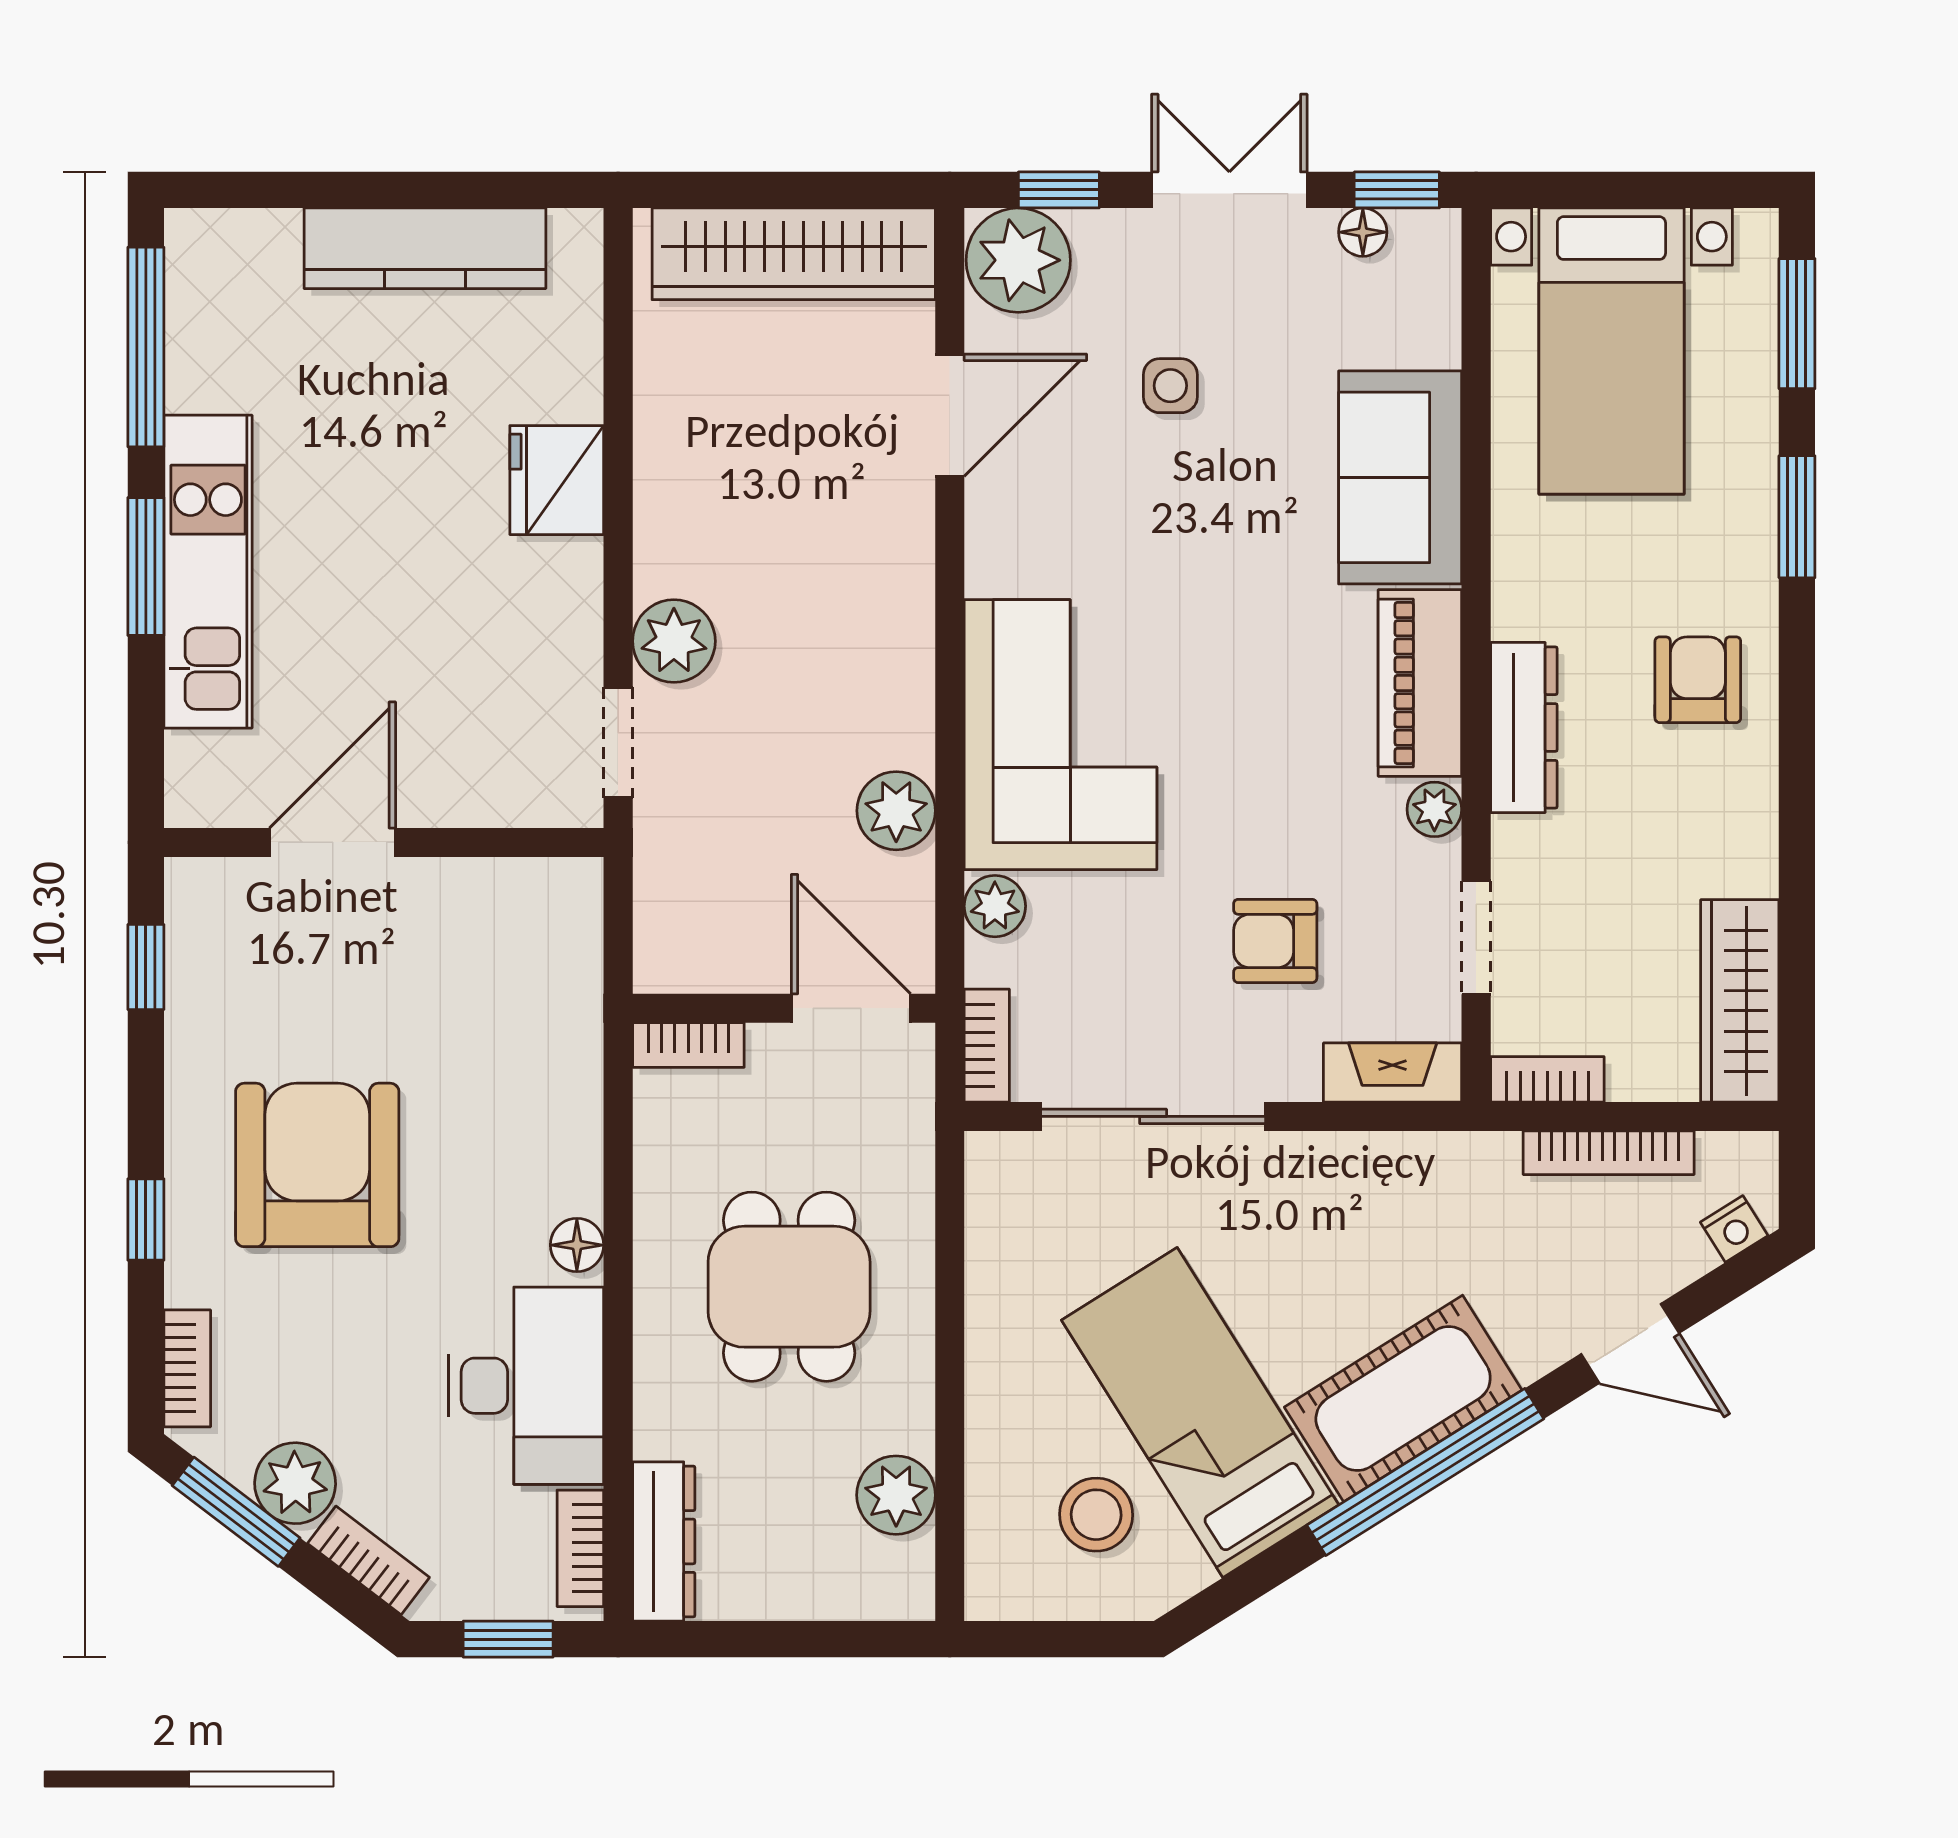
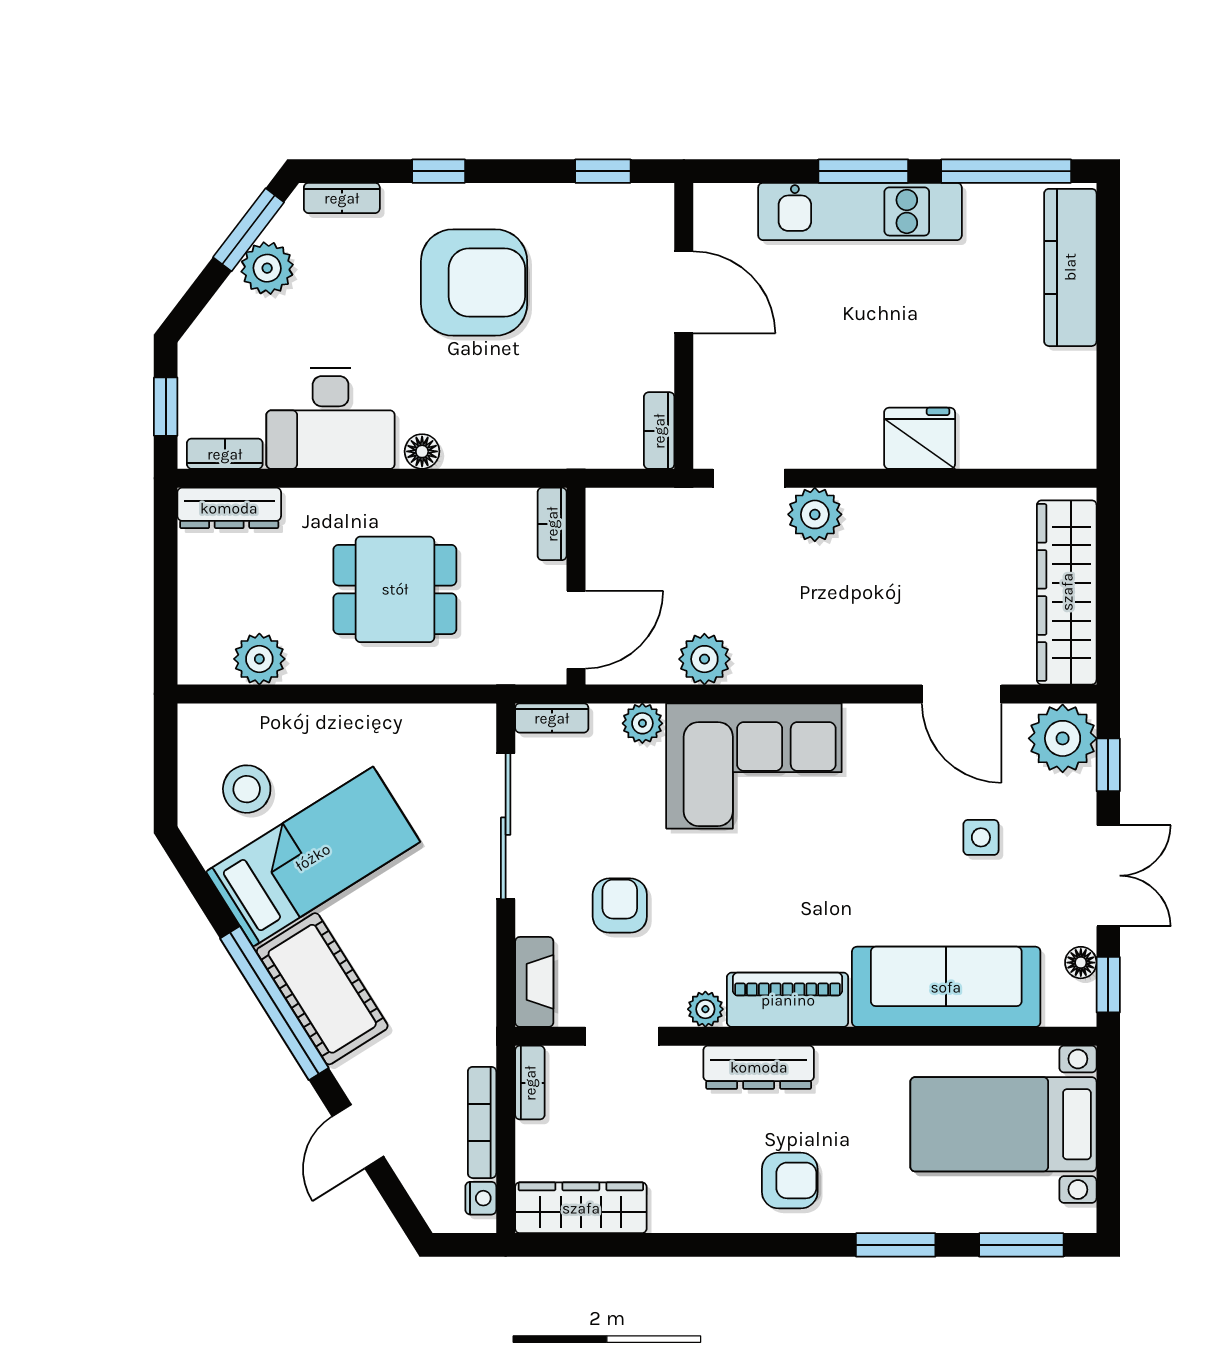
kitchen counter: (425, 248) -> (1070, 267), moved
sofa: (1400, 477) -> (946, 987), width x1.36
nightstand: (1734, 1229) -> (481, 1198), moved, turned -148
bookcase: (368, 1560) -> (659, 431), moved, turned 143

